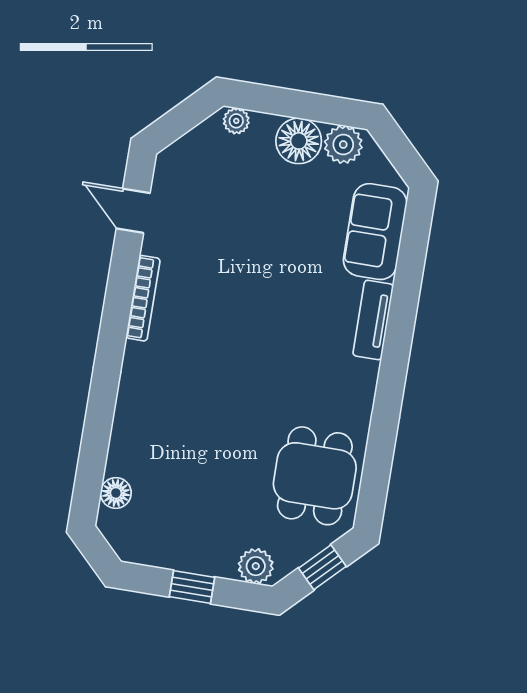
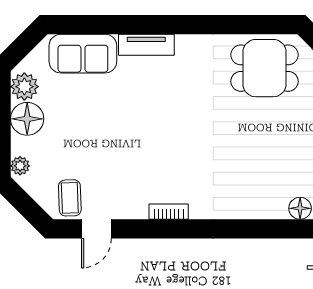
coffee table: (181, 181) -> (70, 198), added
bookcase: (143, 298) -> (169, 212), width x0.64

